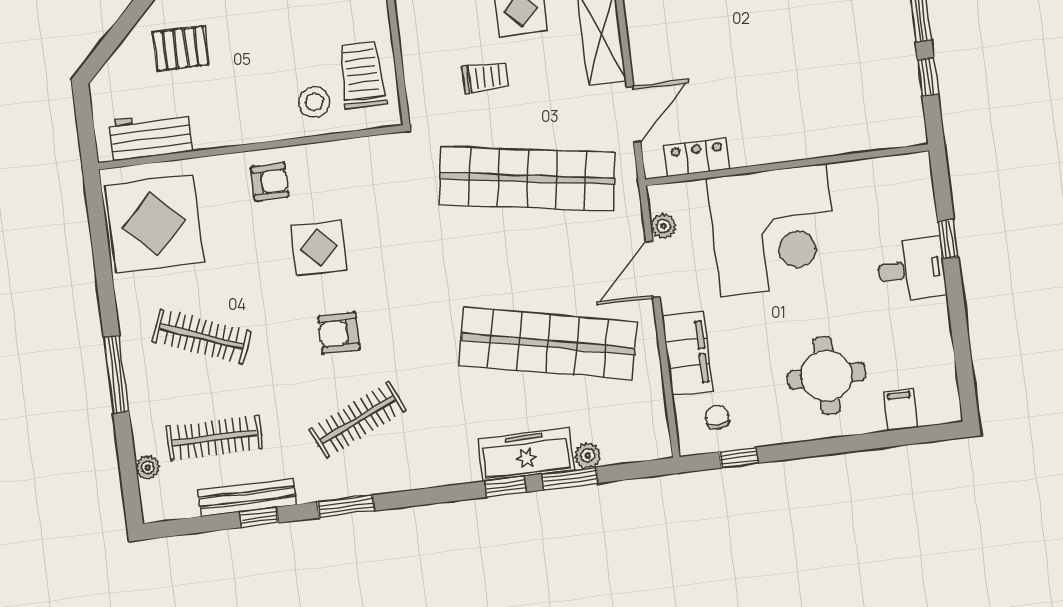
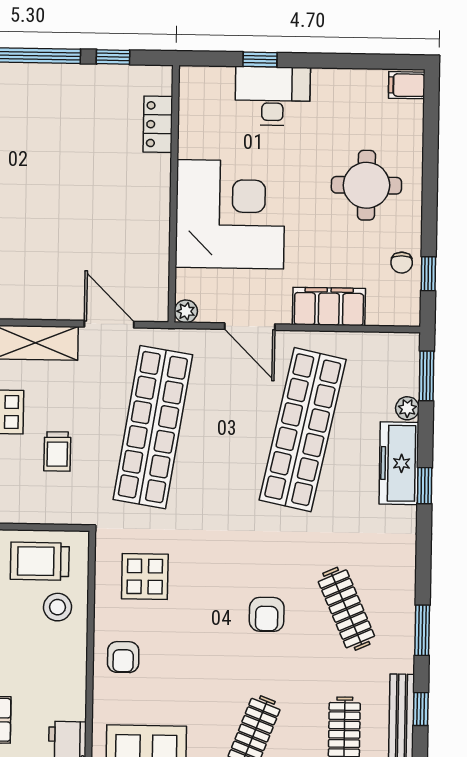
trolley: (486, 77) -> (57, 451), turned 180
locker: (697, 157) -> (158, 124), moved
armchair: (270, 182) -> (123, 657), turned 180
plant: (663, 226) -> (186, 311), moved
display table: (319, 248) -> (145, 576), moved
desk: (911, 270) -> (273, 96), width x1.37
filing cabinet: (901, 409) -> (407, 85), moved
chair: (717, 417) -> (402, 263), moved, turned -90
window: (570, 479) -> (427, 376), moved

